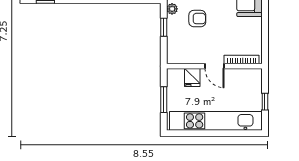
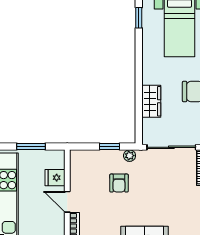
door: (215, 66) -> (67, 202), hinge flipped

